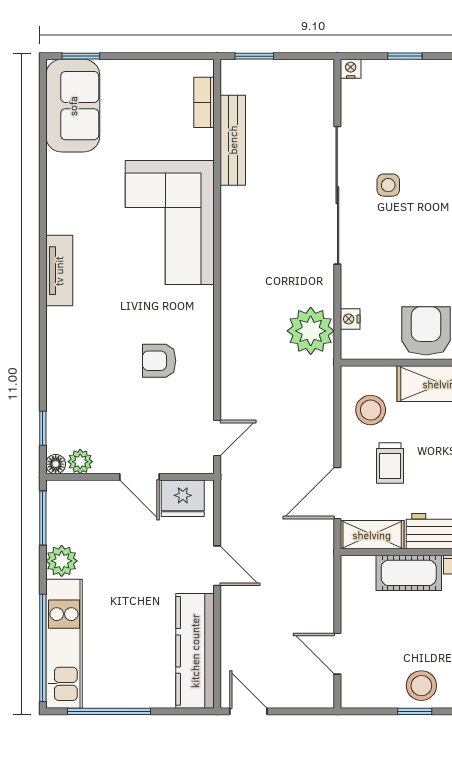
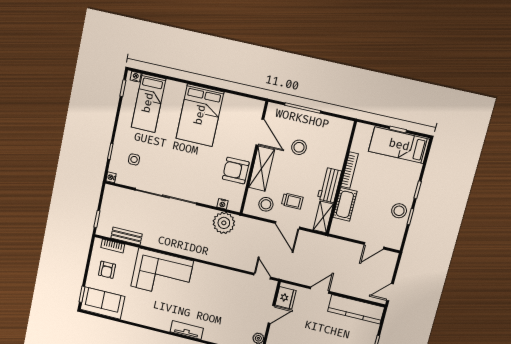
bench: (233, 140) -> (126, 236), width x0.73
side table: (388, 185) -> (134, 159), moved
tv unit: (59, 271) -> (187, 330), moved
armchair: (159, 361) -> (107, 270), moved
door: (337, 493) -> (287, 225), moved

